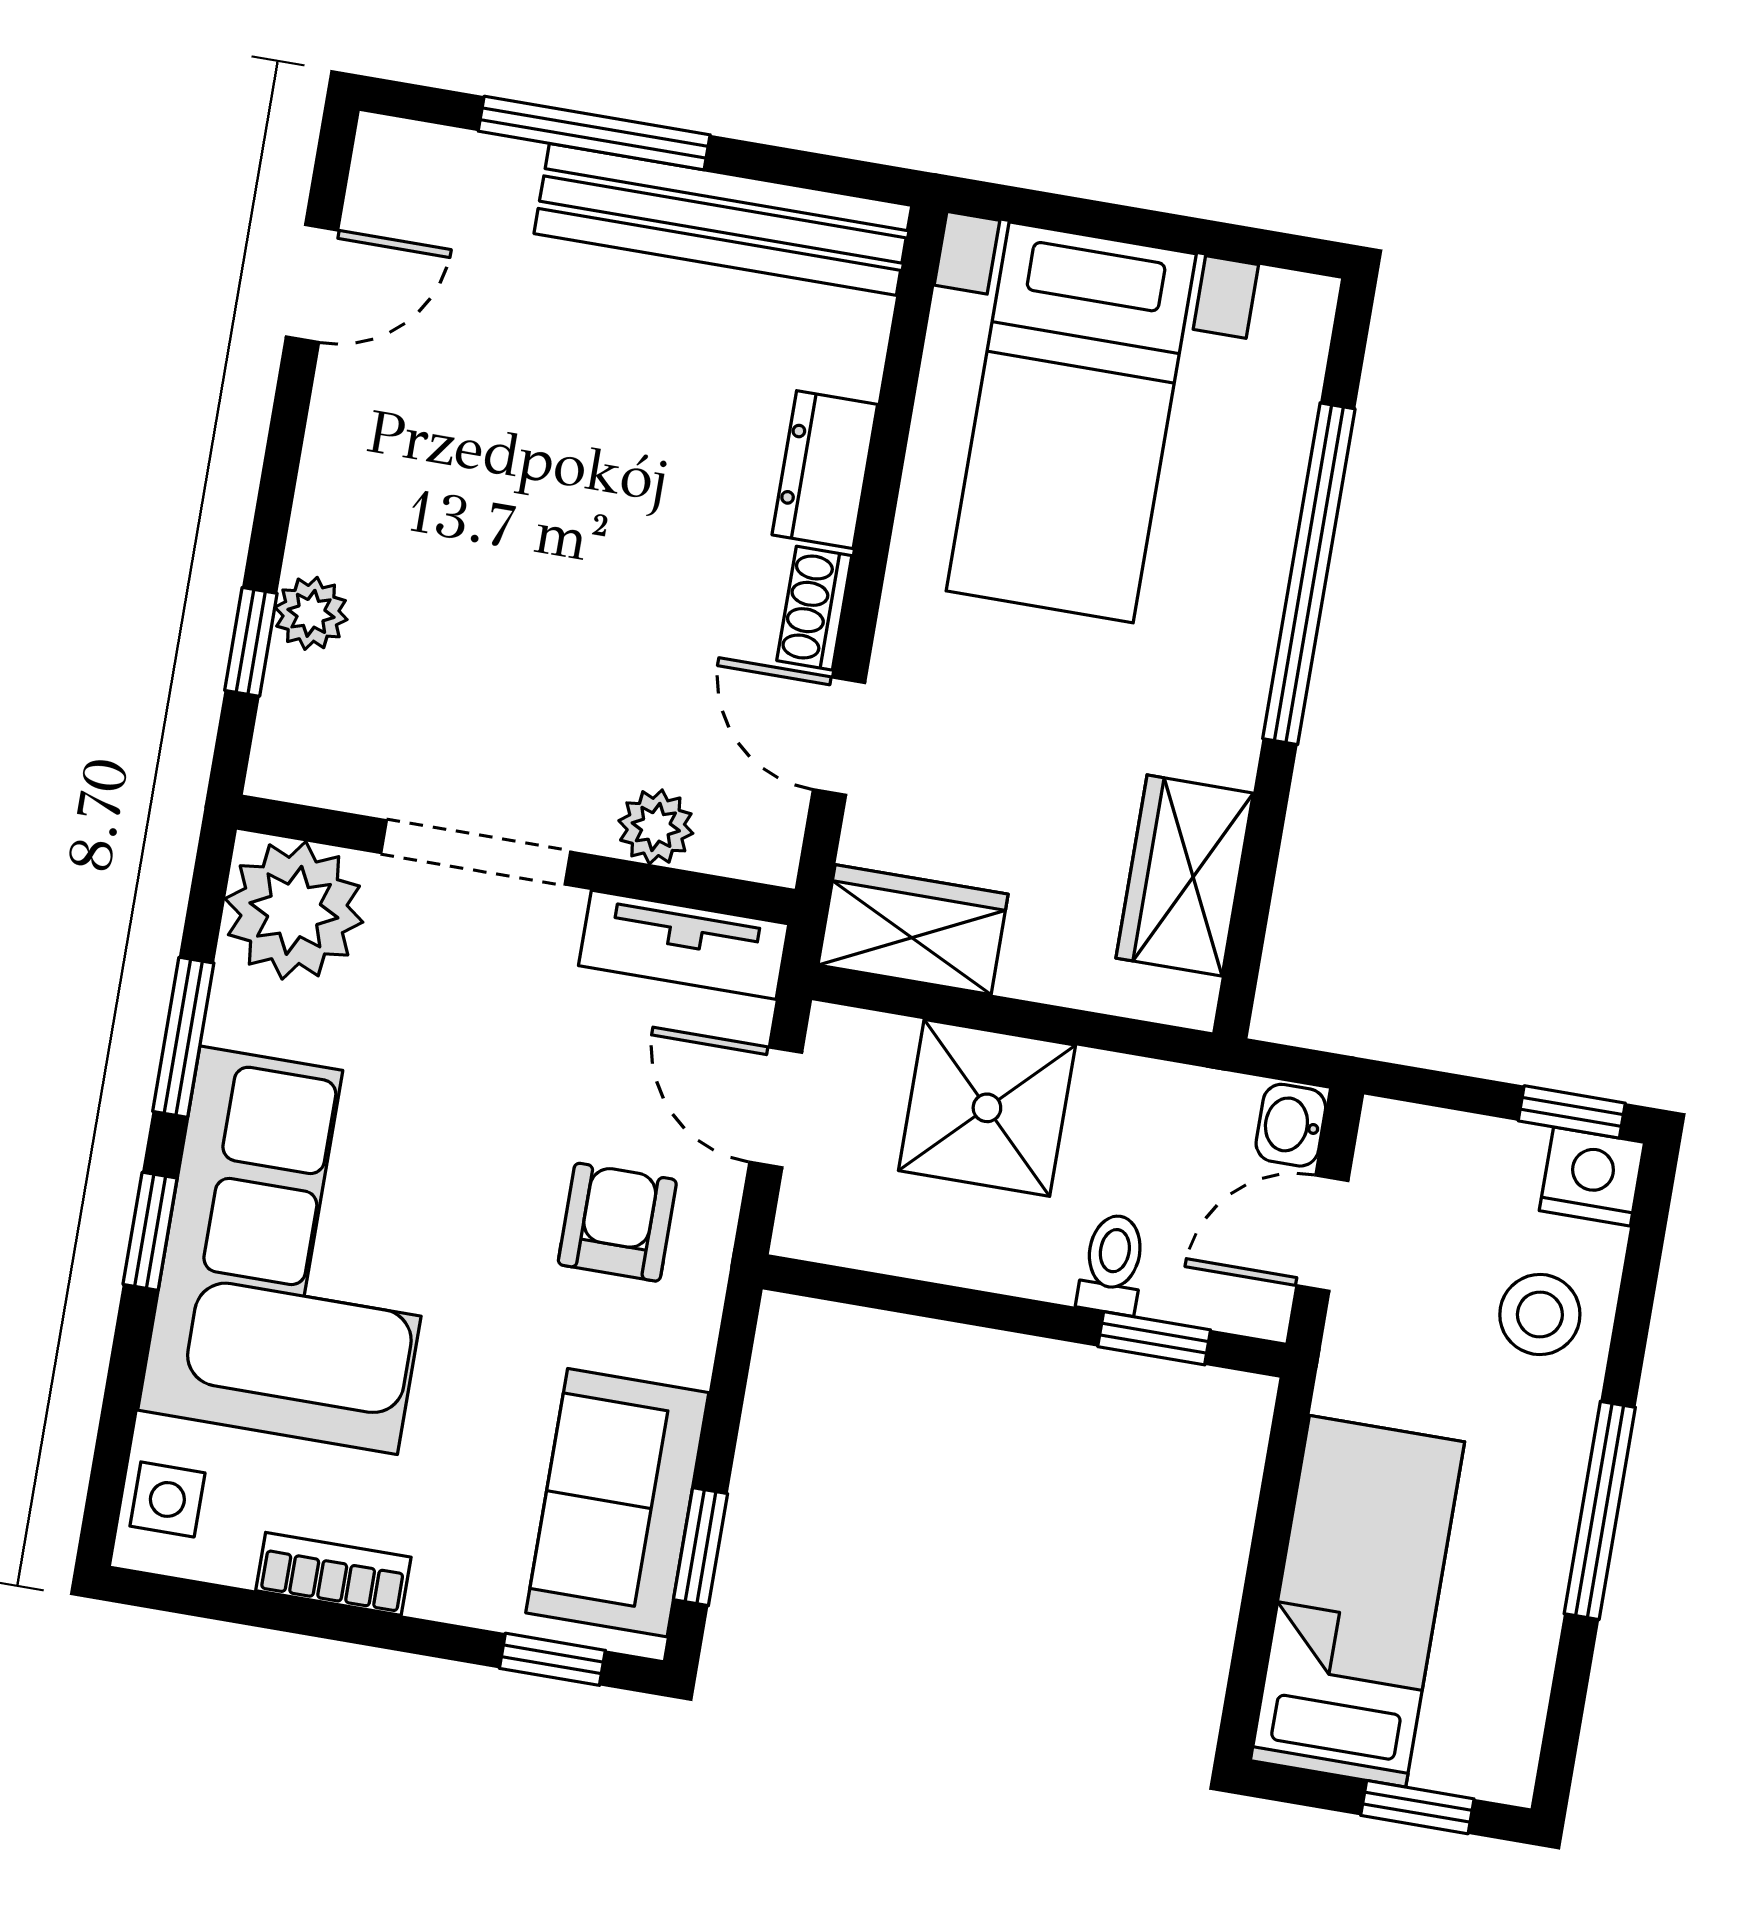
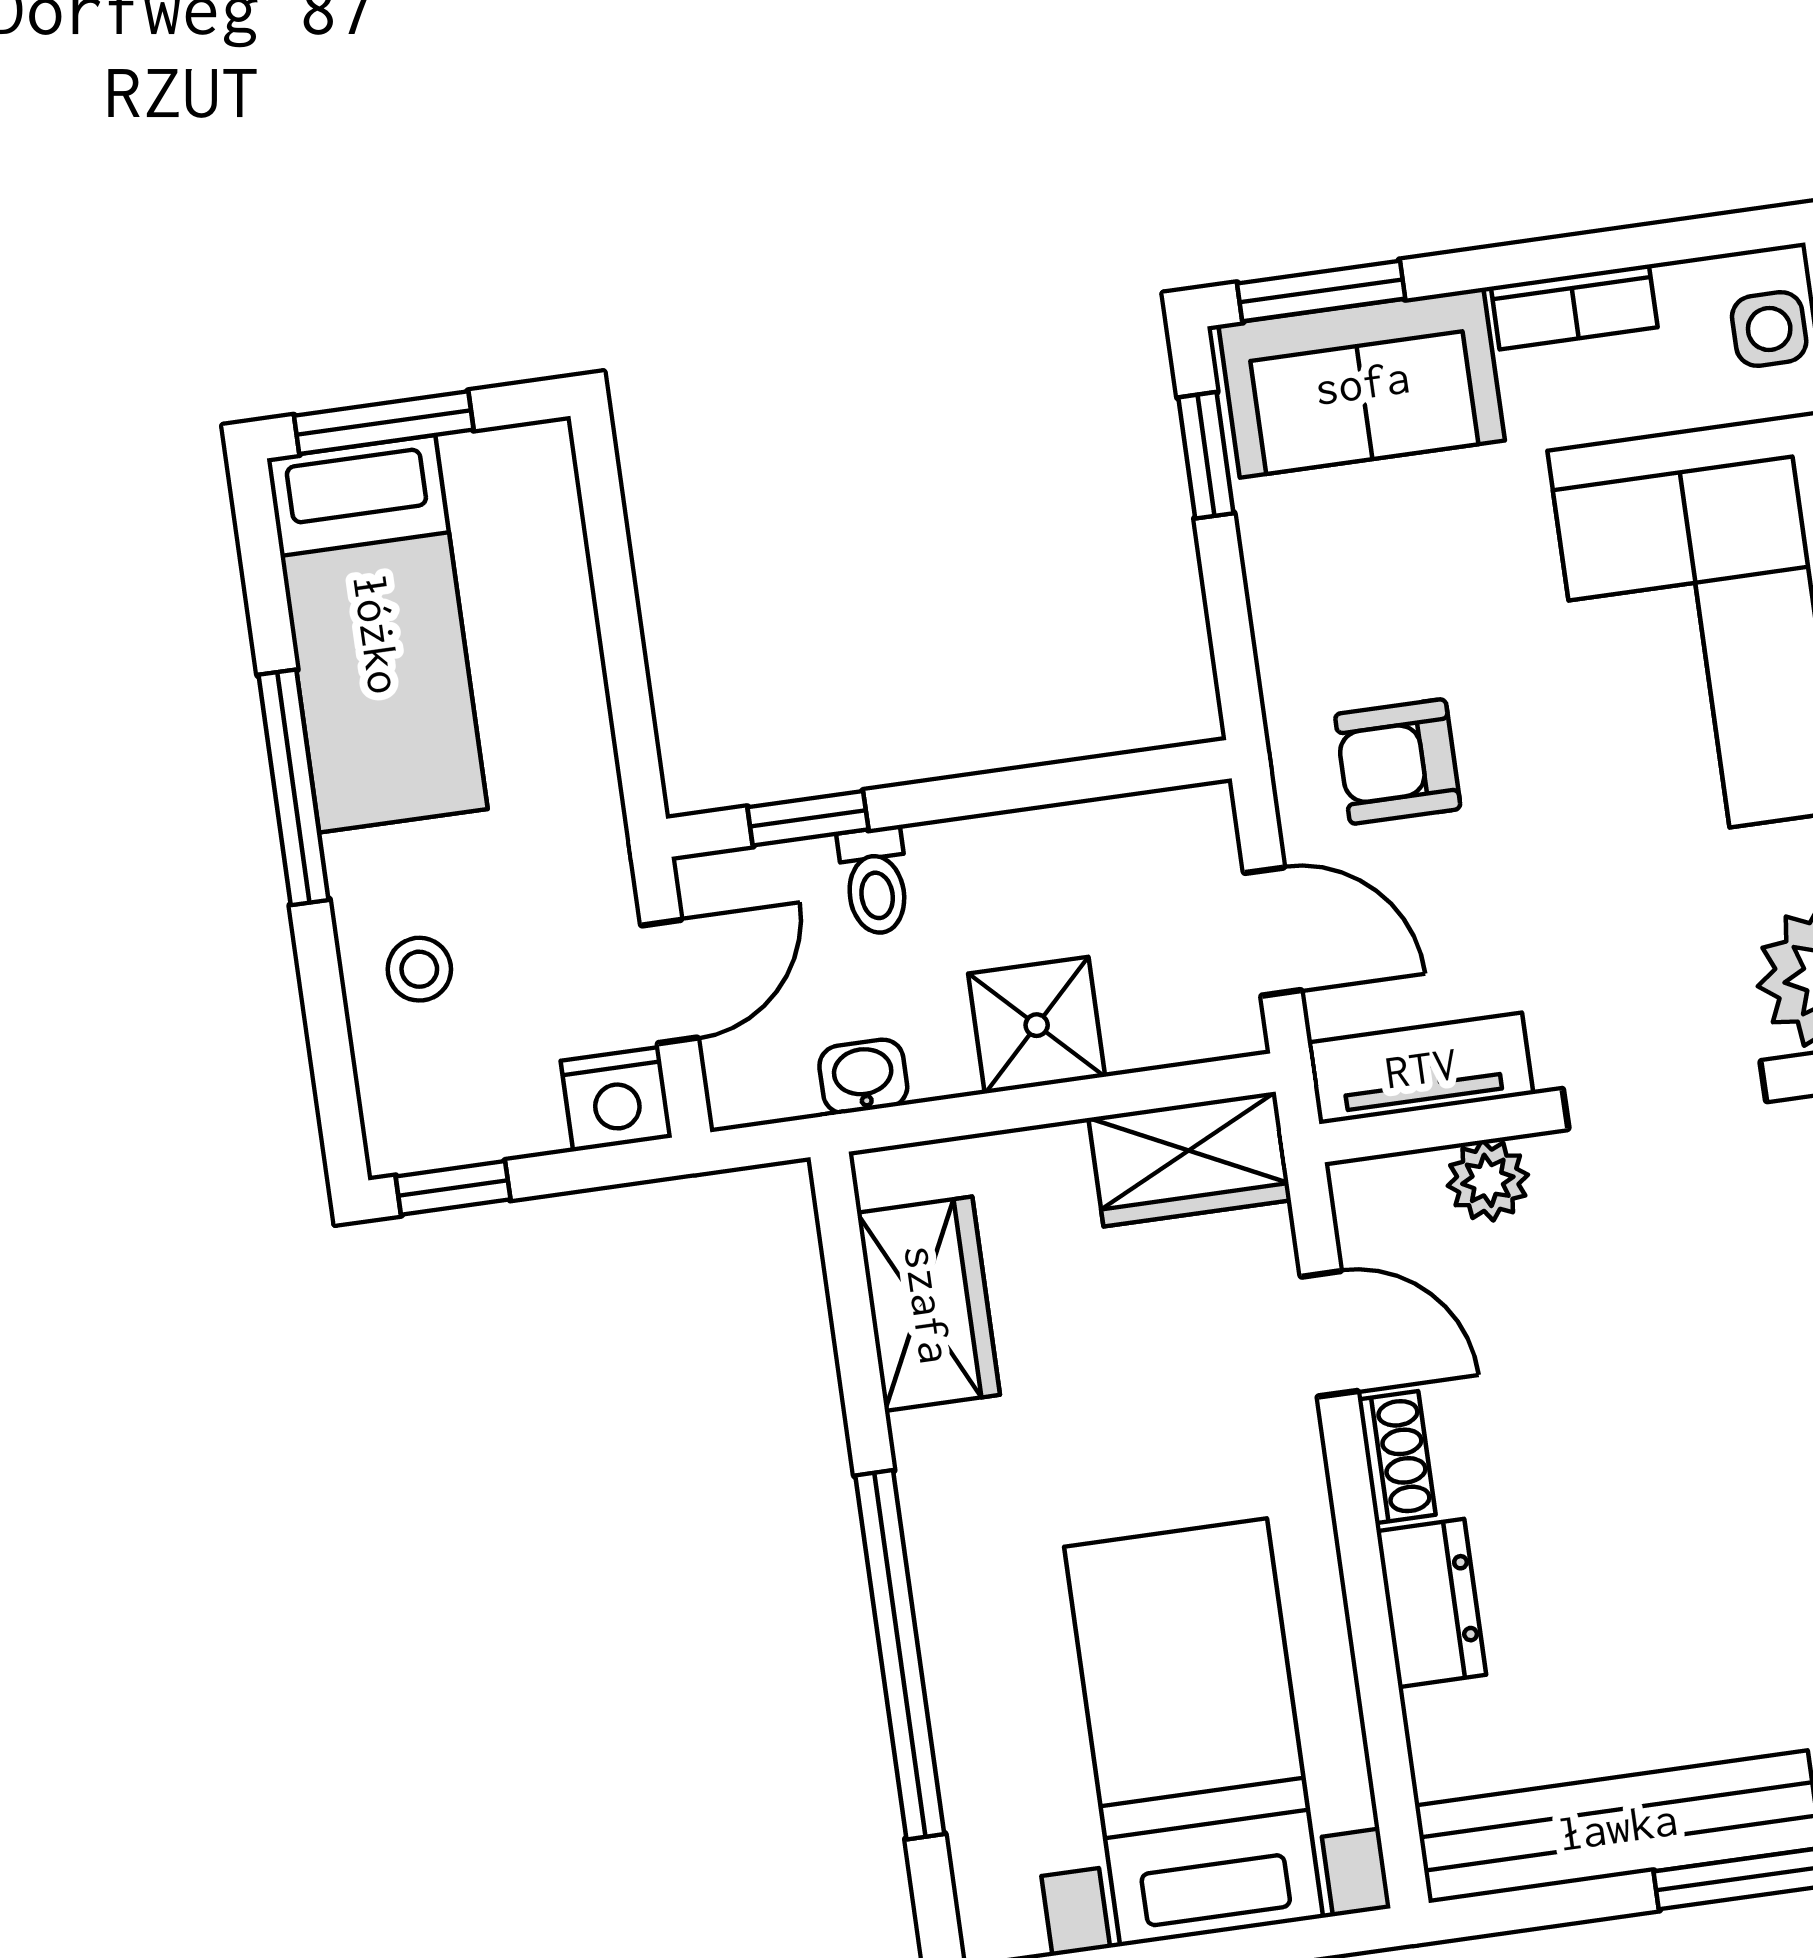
shower: (987, 1108) -> (1037, 1025), width x0.73, depth x0.73
washbasin: (1291, 1125) -> (863, 1076), moved, turned -90
nightstand: (1592, 1177) -> (616, 1099), moved
armchair: (617, 1222) -> (1398, 761), turned 90
stool: (1540, 1314) -> (419, 969), width x0.73, depth x0.73
sofa: (617, 1503) -> (1362, 383), moved, turned 90
bed: (1357, 1601) -> (377, 634), moved
window: (552, 1659) -> (1321, 291), width x1.50
window: (1417, 1807) -> (384, 423), width x1.50

